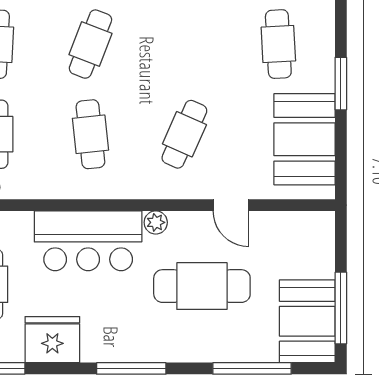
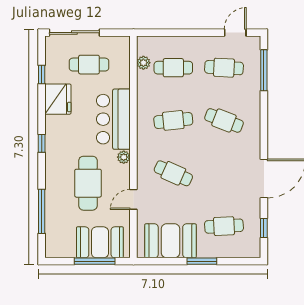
window: (341, 308) -> (95, 261), moved
booth: (307, 321) -> (100, 242), moved
window: (131, 368) -> (42, 143), width x0.46

